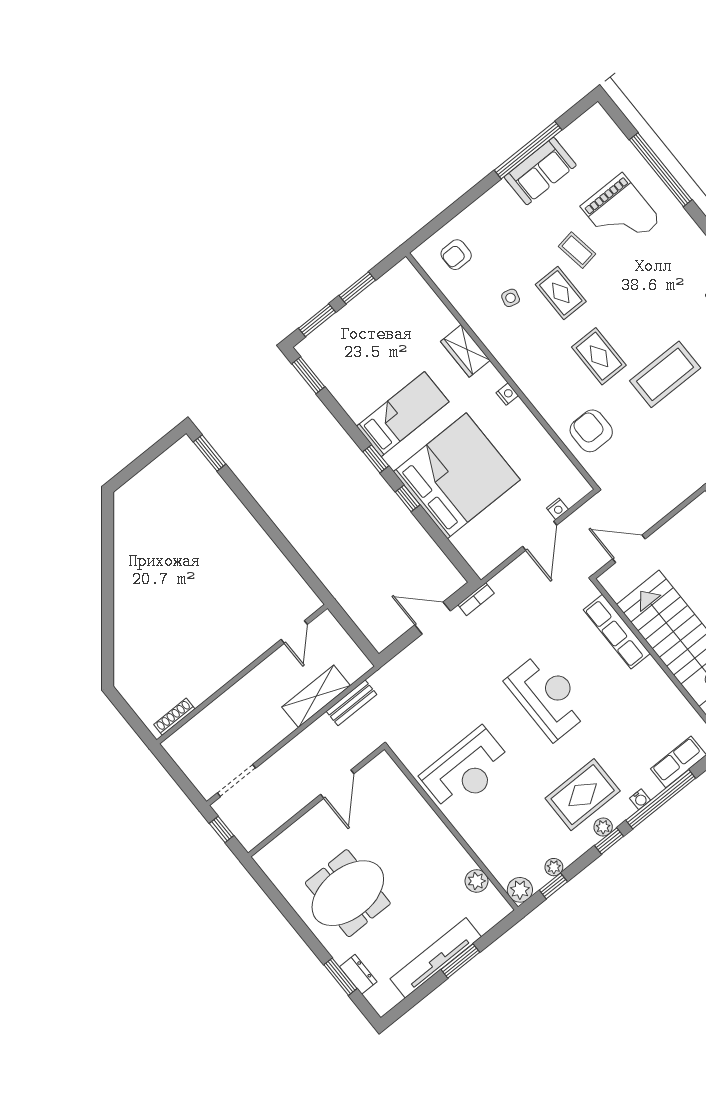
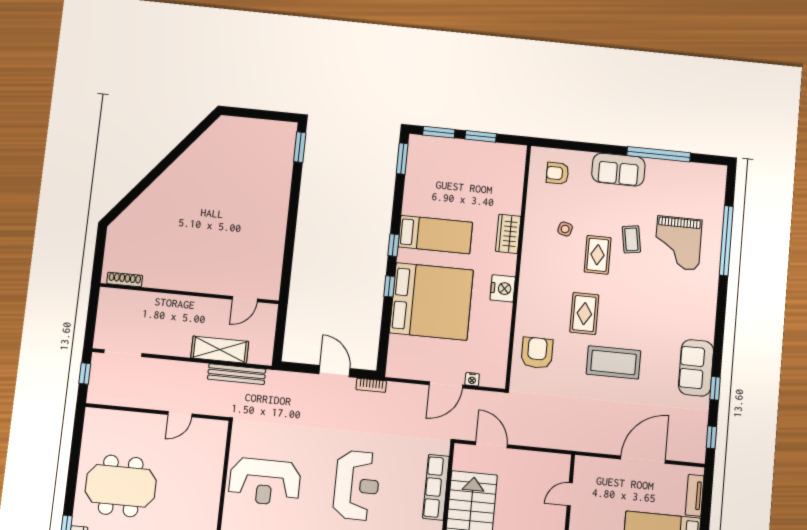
sofa: (540, 171) -> (618, 170), moved
nightstand: (507, 394) -> (503, 288), width x1.89, depth x1.79
bench: (351, 703) -> (237, 374), width x1.36
door: (337, 784) -> (180, 414), width x0.73

